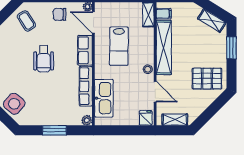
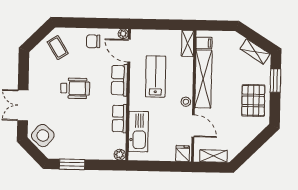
lab bench: (119, 46) -> (156, 76), turned 180
wheelchair: (44, 59) -> (75, 88), turned -90
pallet: (207, 79) -> (253, 100), moved, turned 90
row of seats: (86, 86) -> (119, 118), width x0.68
window: (54, 130) -> (72, 164), moved

